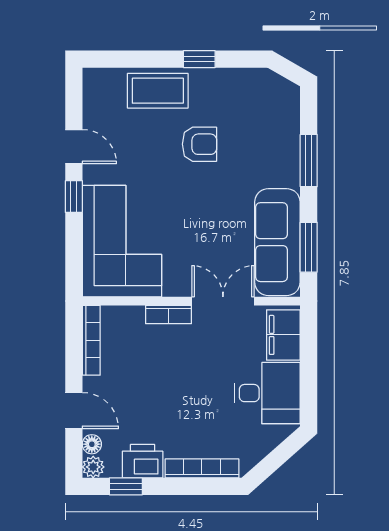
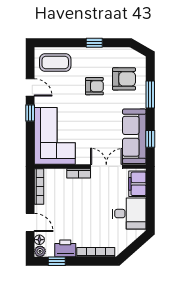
coffee table: (158, 91) -> (55, 63), moved
armchair: (257, 130) -> (124, 79), added
window: (309, 247) -> (150, 139), width x0.67

